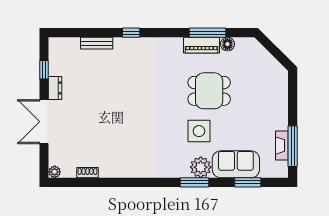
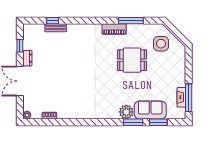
window: (131, 33) -> (53, 21), moved
floor lamp: (227, 44) -> (144, 28), removed
piano: (201, 45) -> (114, 29), moved
side table: (199, 131) -> (161, 44), moved
window: (194, 182) -> (133, 122), moved

